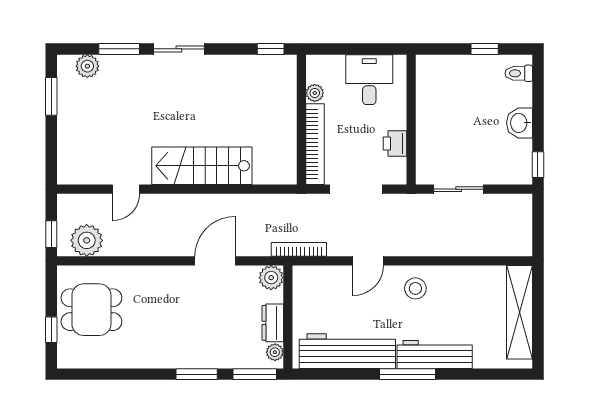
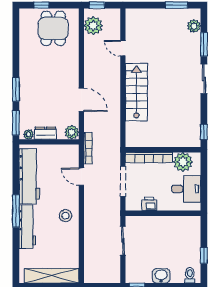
plant: (315, 93) -> (183, 162), width x1.87, depth x1.87
door: (368, 261) -> (81, 177), moved

